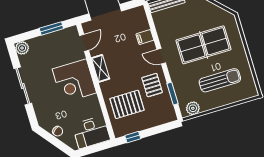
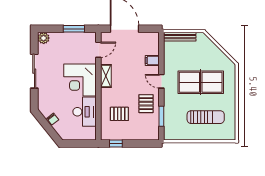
pallet: (127, 104) -> (119, 114), width x0.67, depth x0.71
plant: (193, 108) -> (175, 134), removed
desk: (91, 132) -> (85, 112), moved, turned -90

